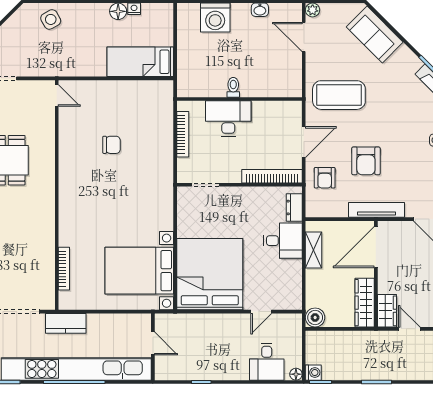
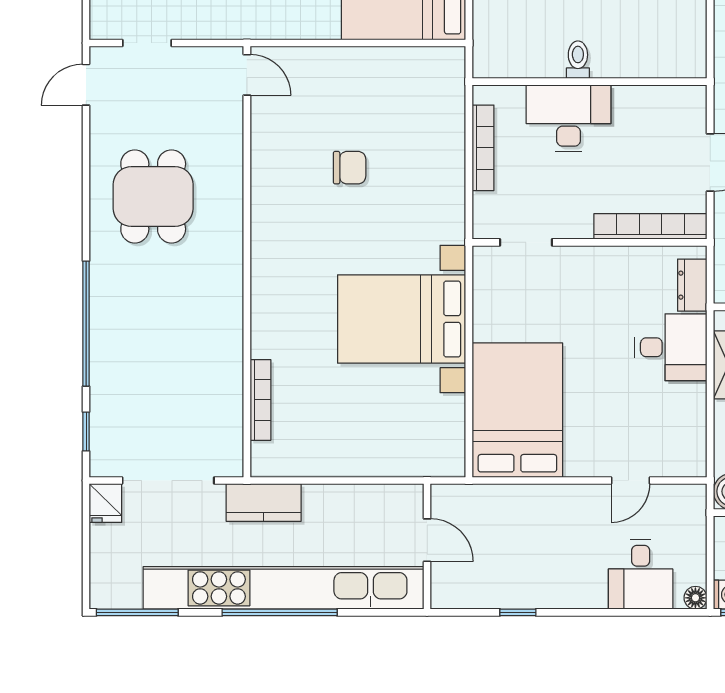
bed with nightstands: (139, 271) -> (402, 319), moved
bed: (210, 274) -> (517, 410), width x0.73

